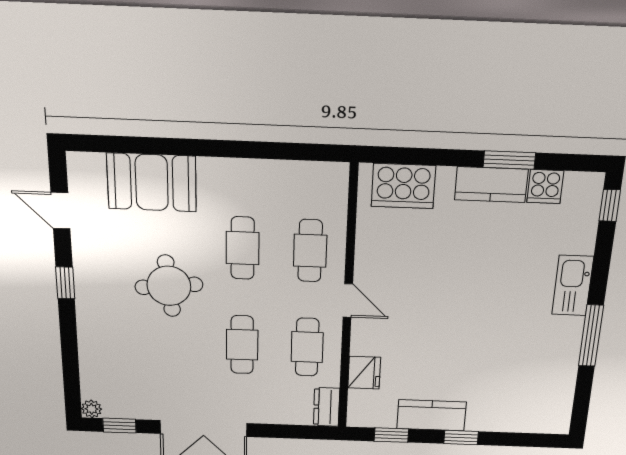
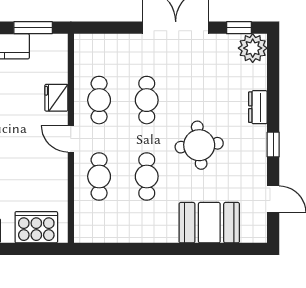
fridge: (364, 373) -> (56, 98), moved
dresser: (327, 407) -> (258, 107), moved, turned 180
plant: (92, 409) -> (253, 48), width x1.88, depth x1.88
window: (391, 435) -> (33, 28), width x1.50

